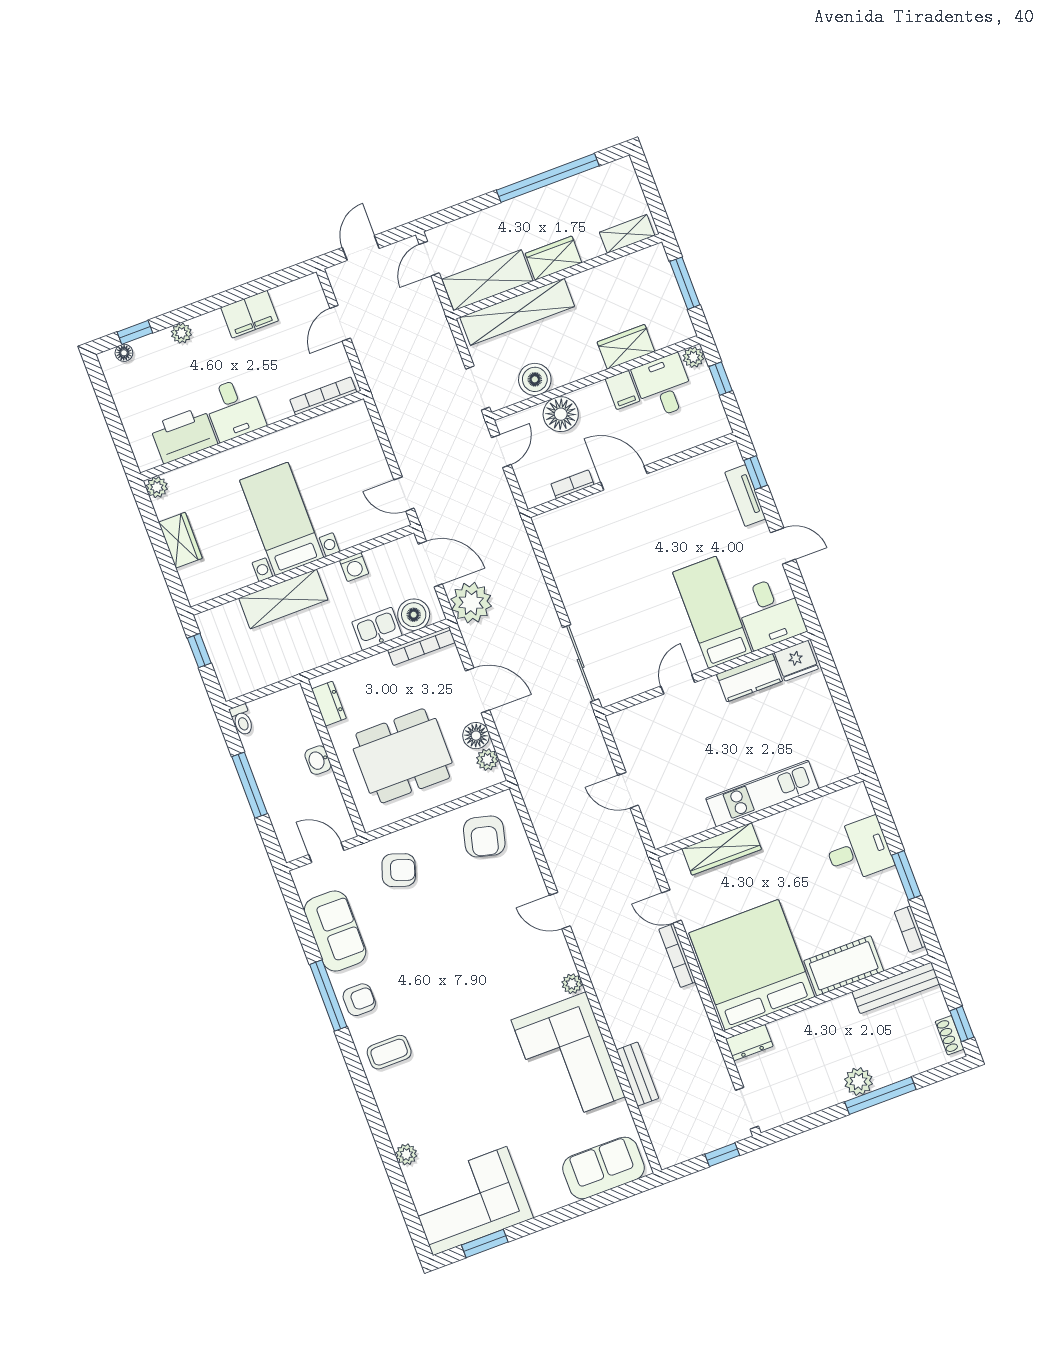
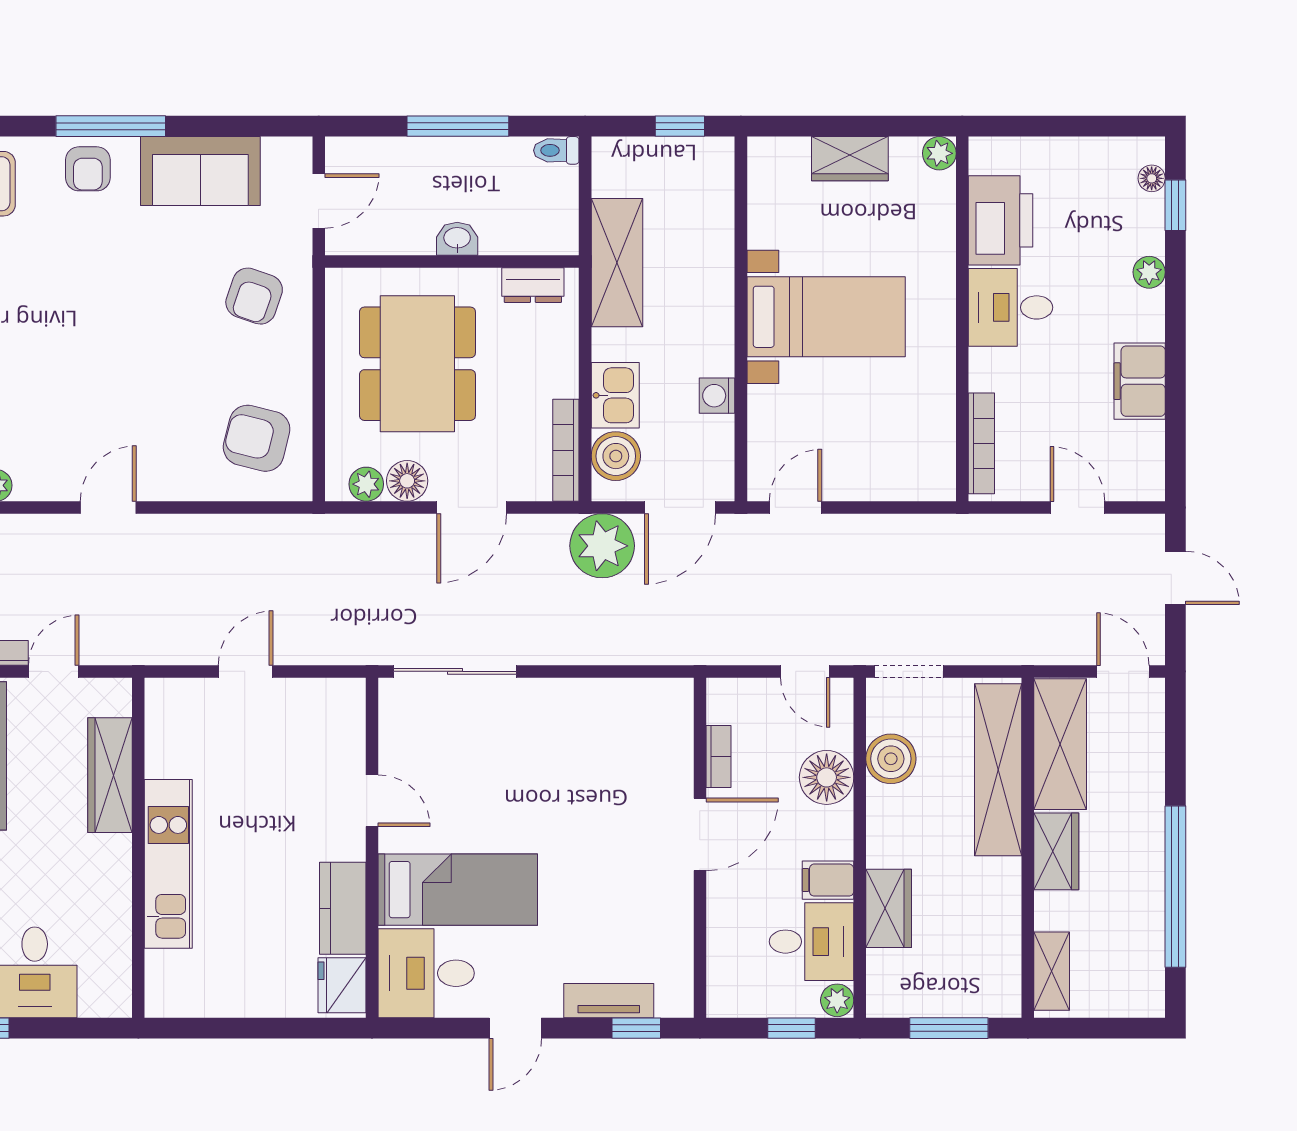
shelving: (283, 599) -> (617, 263), moved

